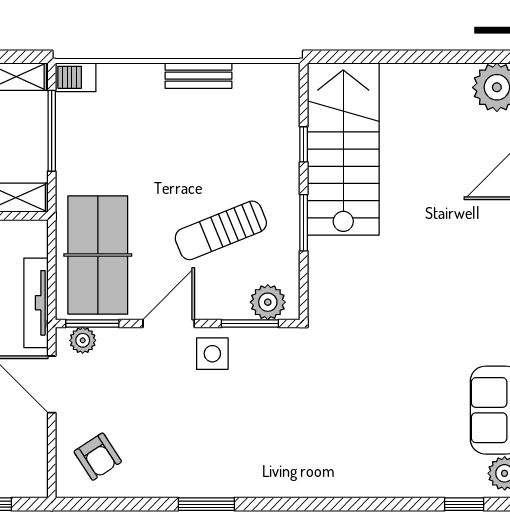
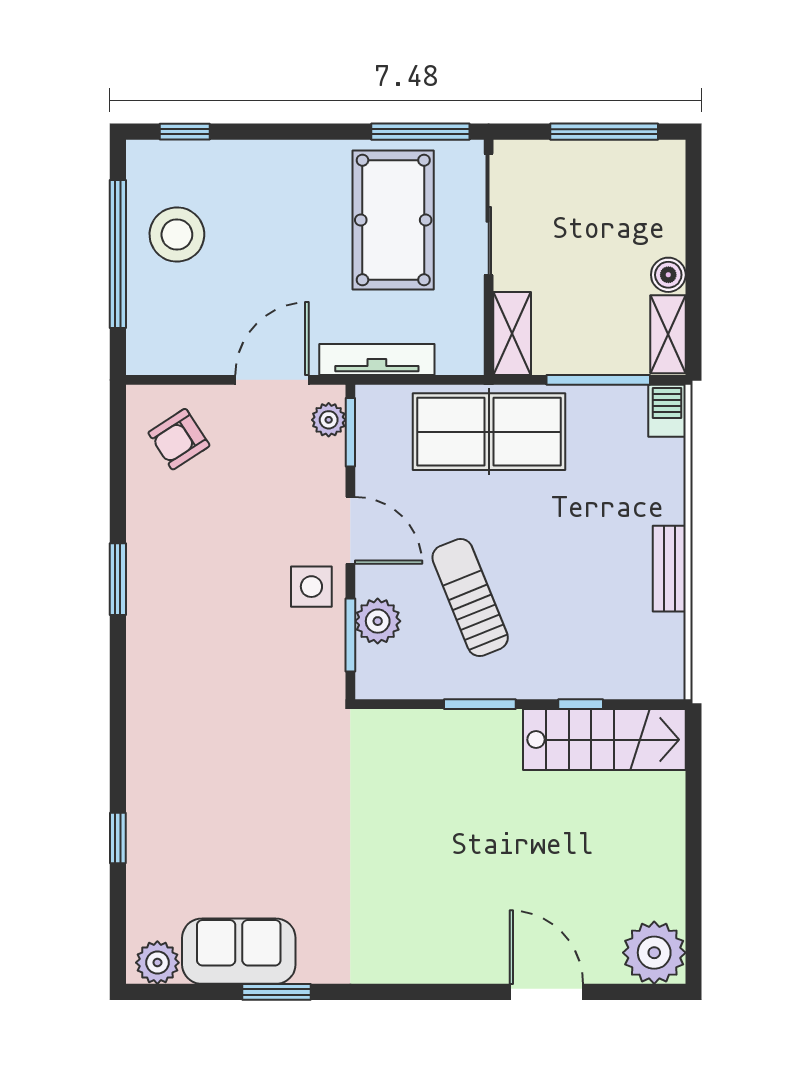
stairs: (343, 149) -> (604, 740), width x0.73, depth x0.66
table tennis table: (98, 255) -> (489, 432), moved
plant: (268, 302) -> (378, 621), moved
window: (464, 504) -> (118, 838), moved

